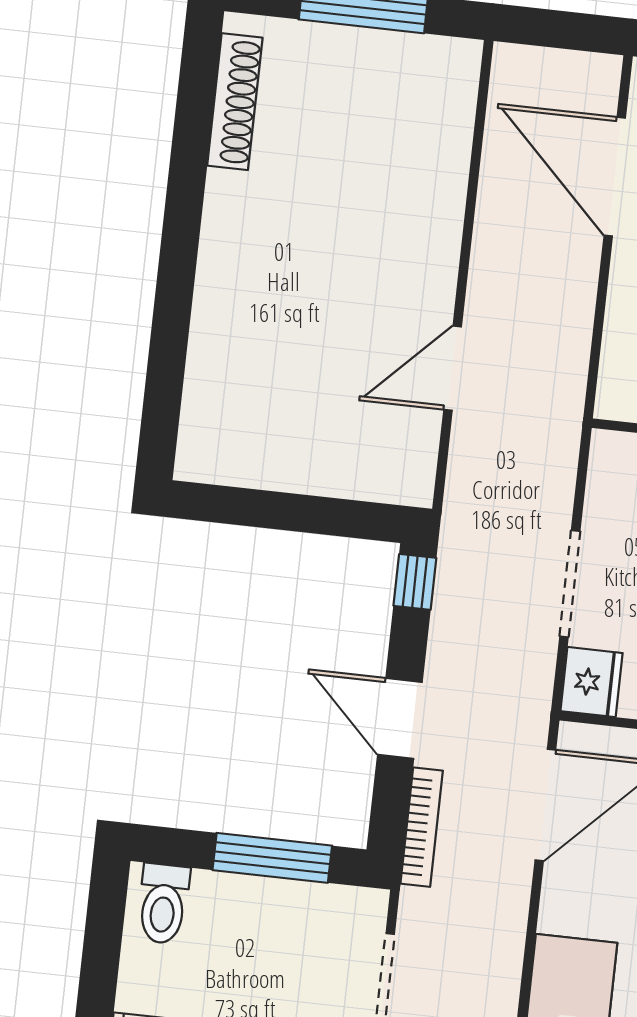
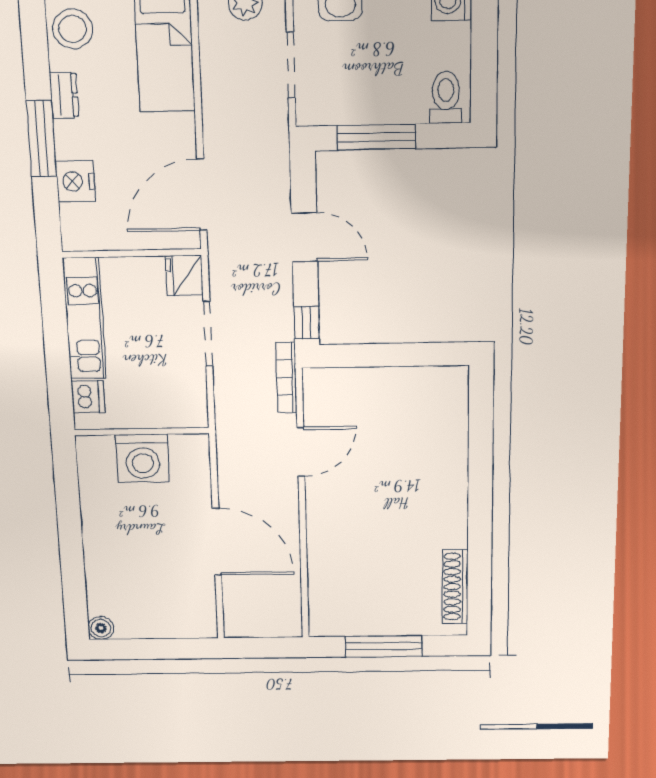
door: (615, 177) -> (217, 542), moved
bookcase: (422, 827) -> (286, 377), moved

